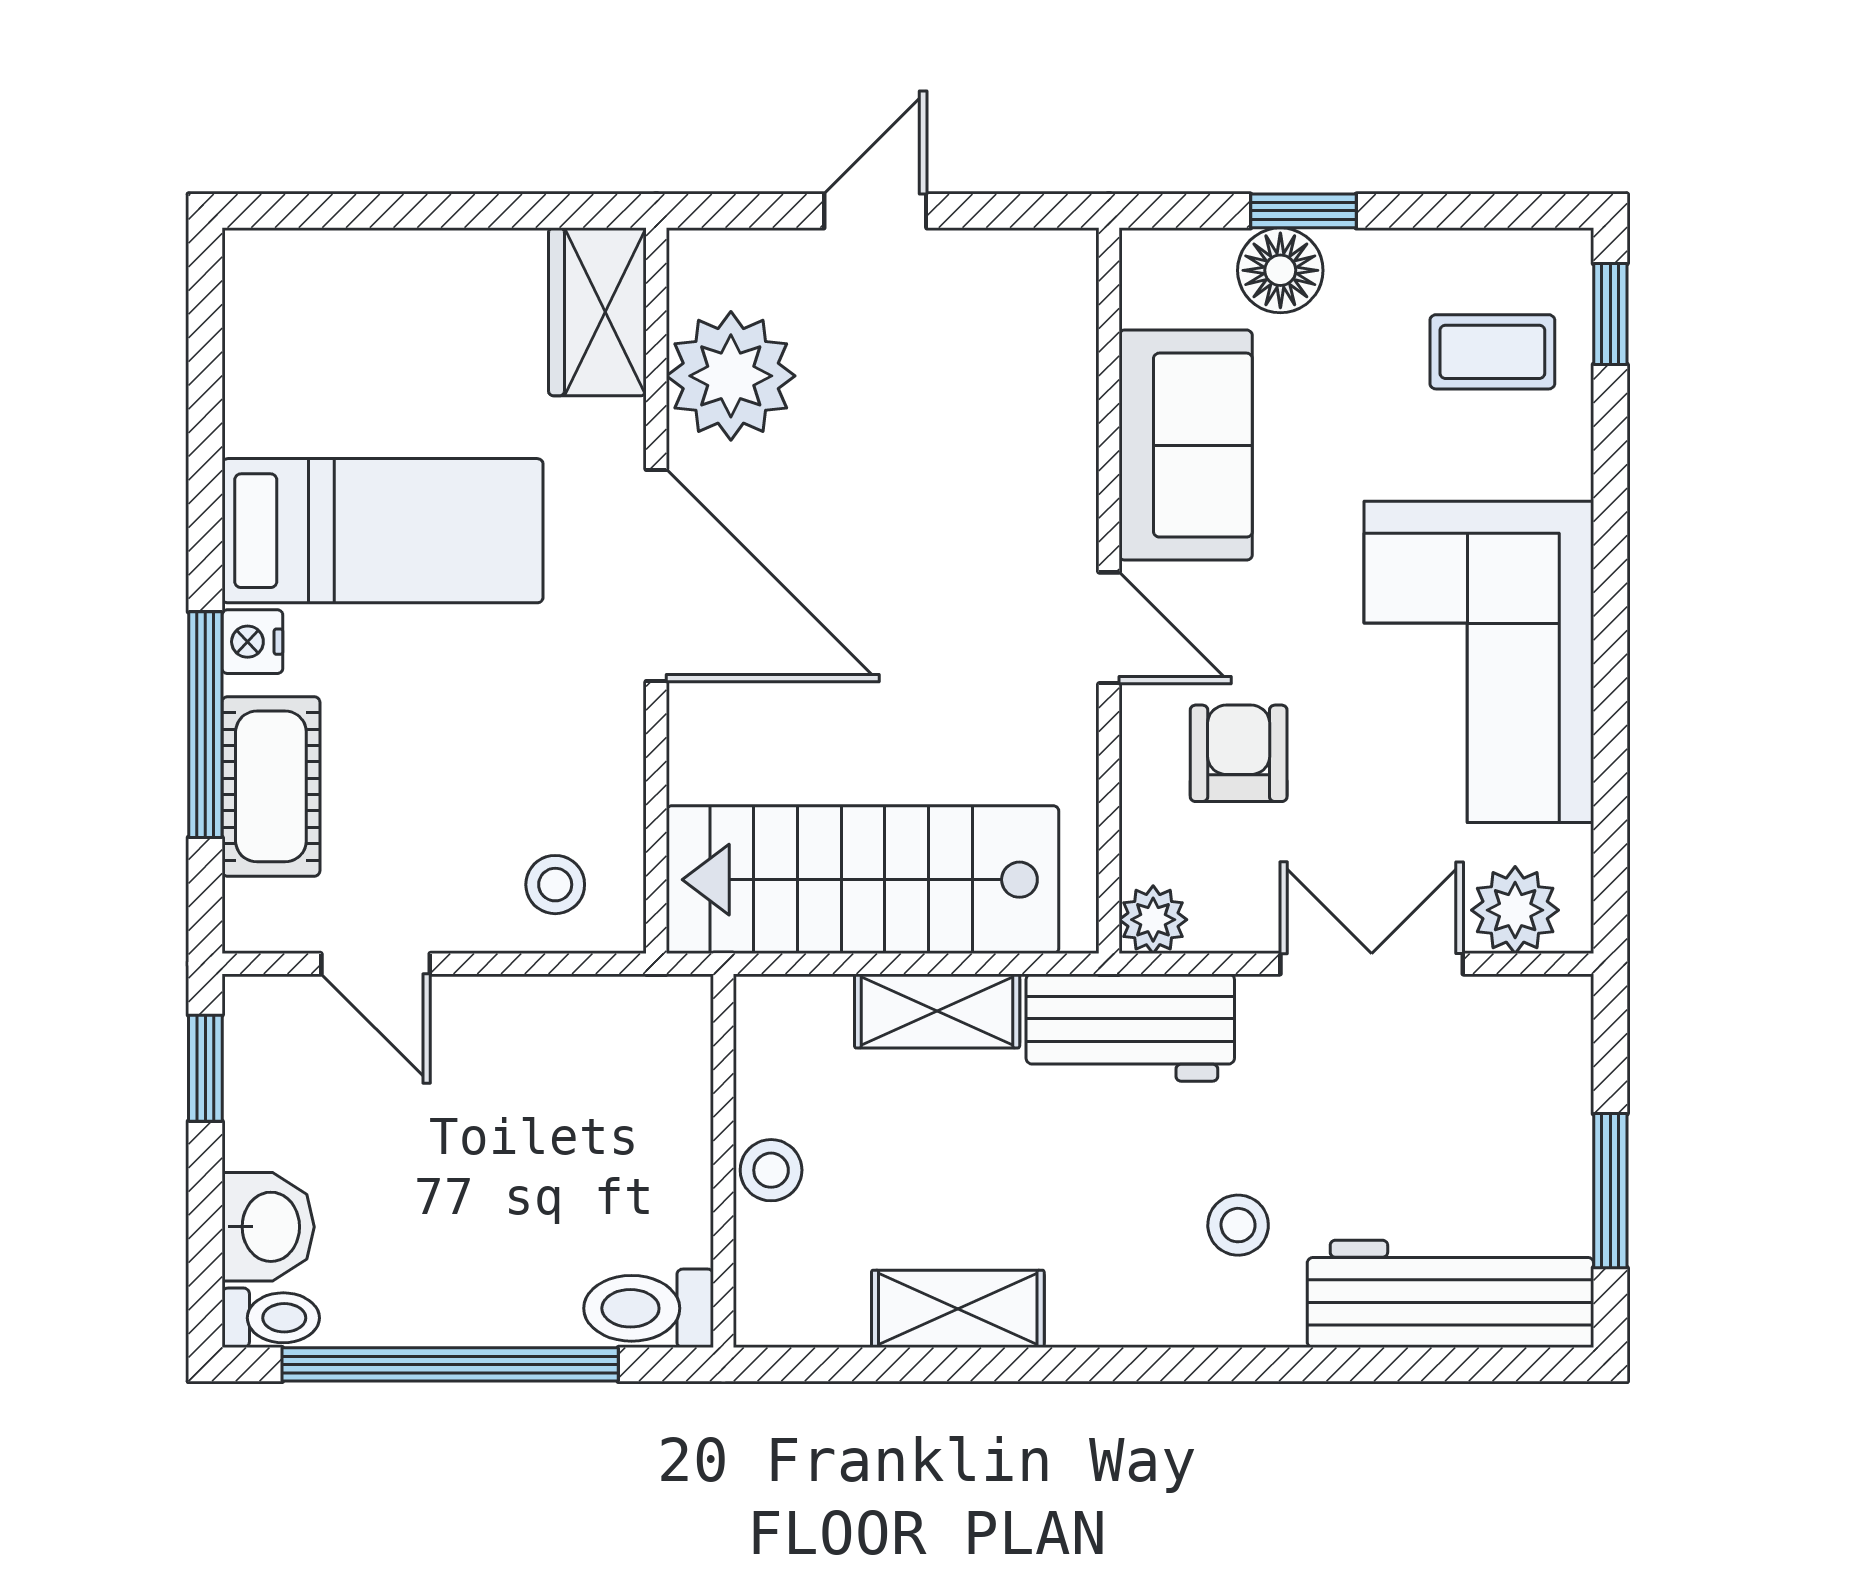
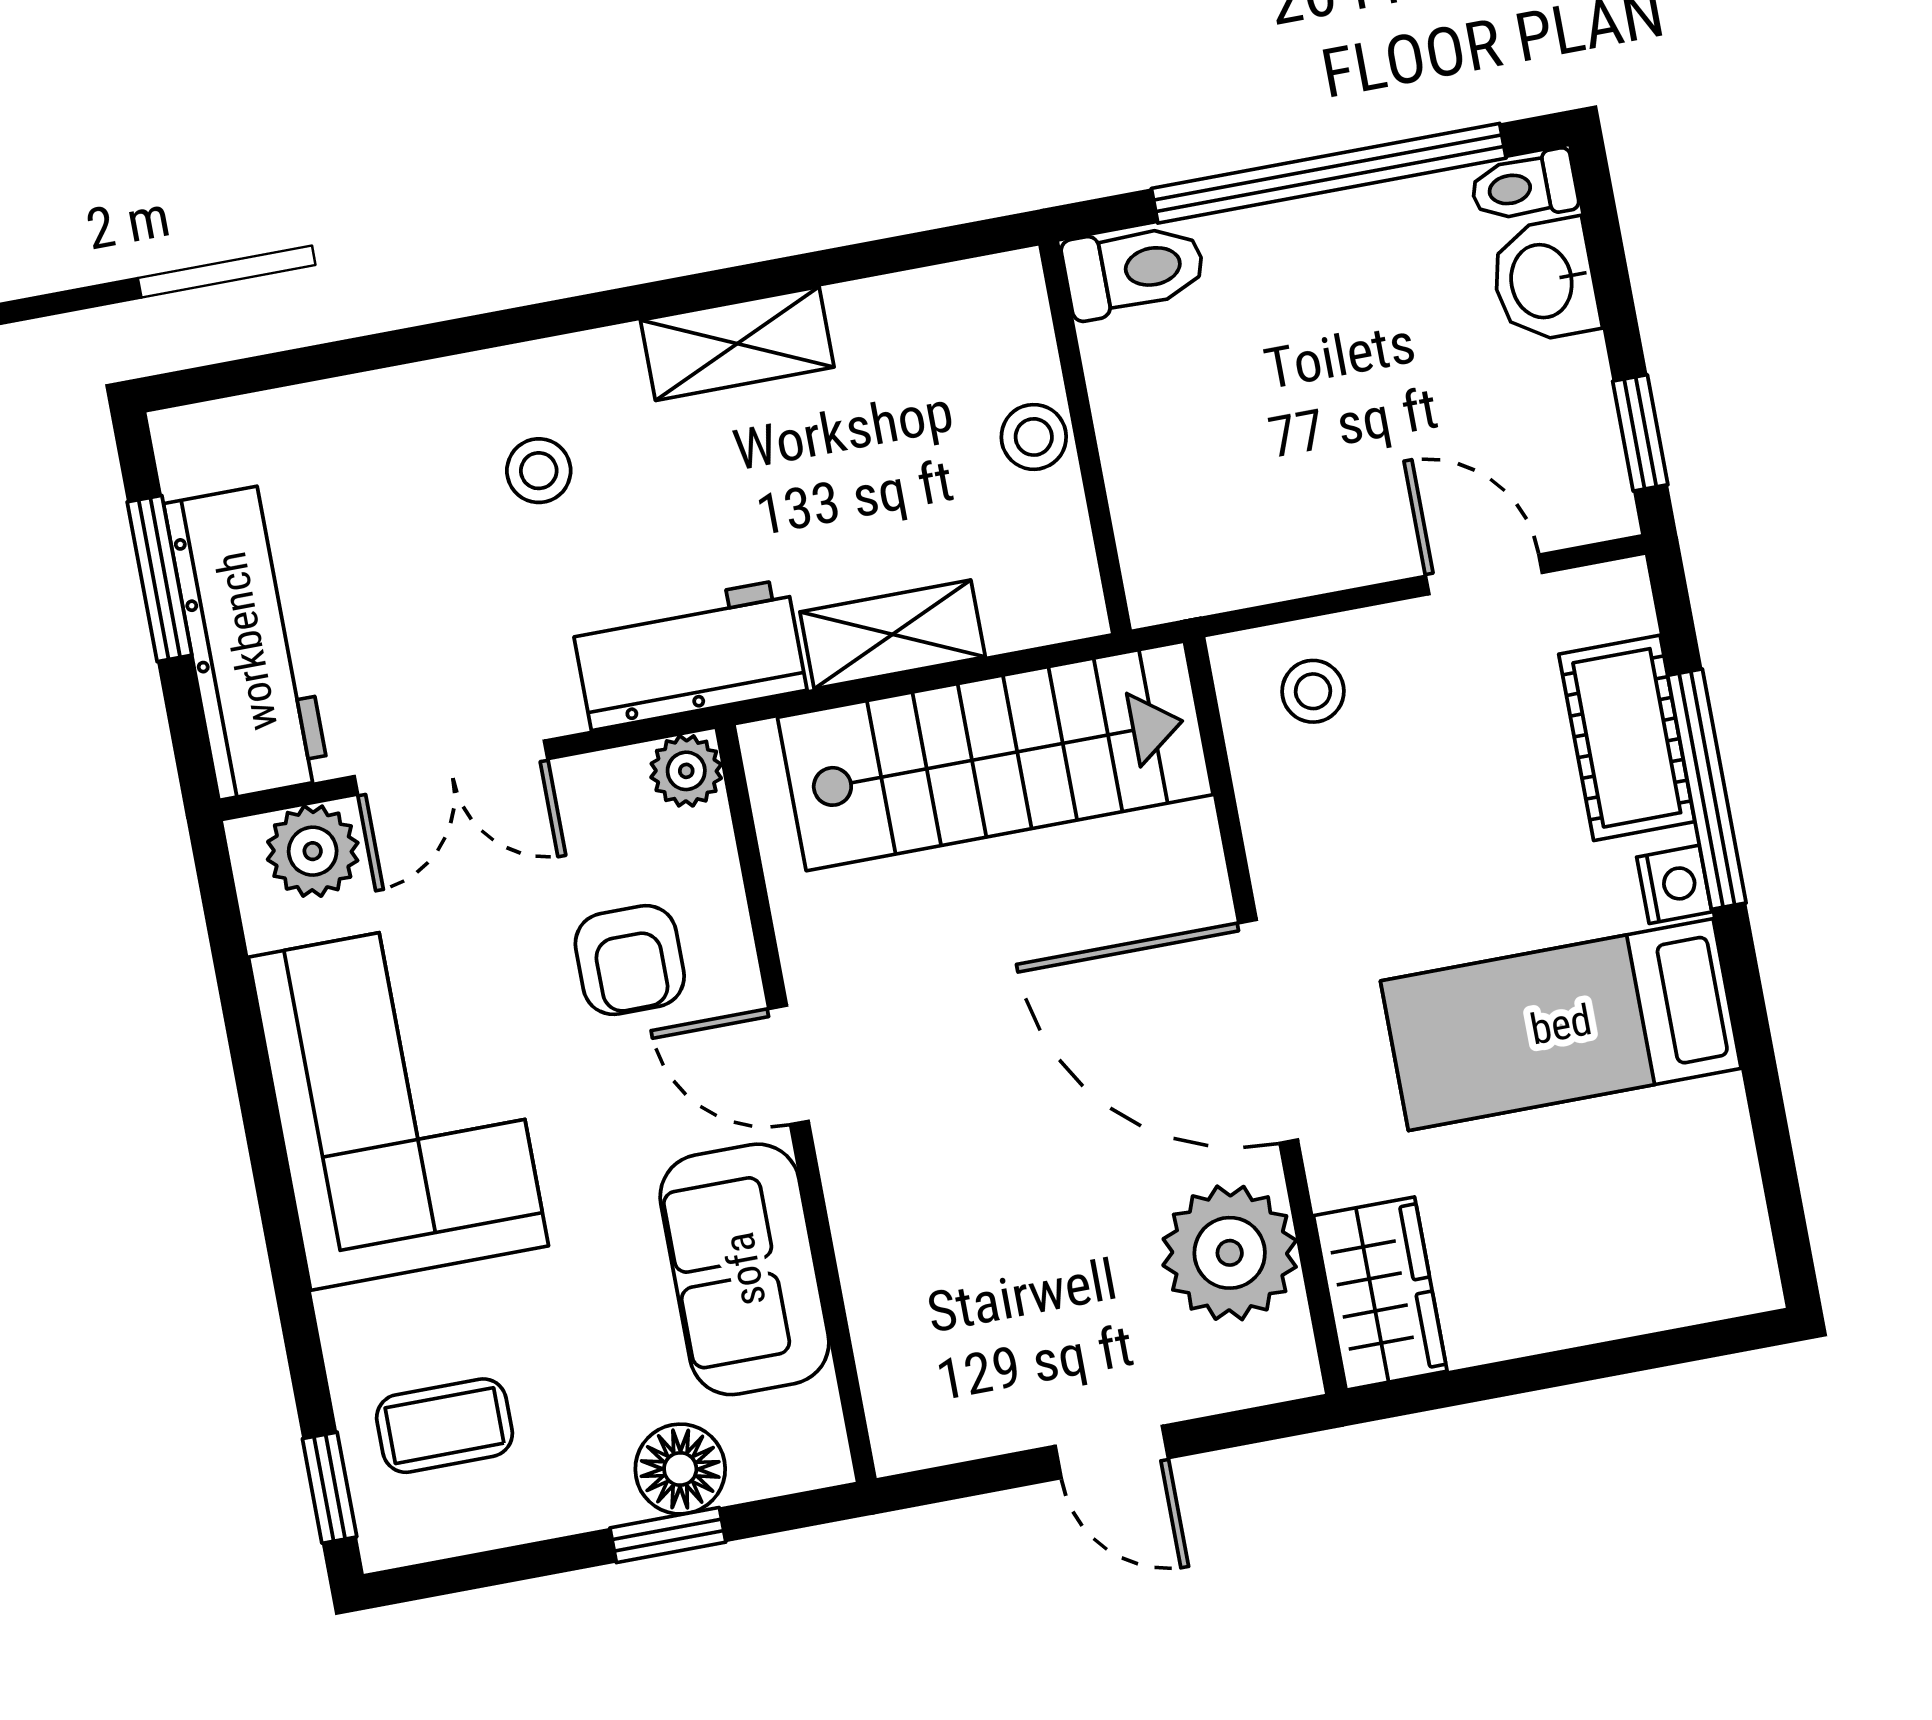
door: (875, 211) -> (1112, 1452), hinge flipped
workbench: (1450, 1294) -> (247, 641), moved, turned -90
shelving: (958, 1309) -> (737, 344), moved

